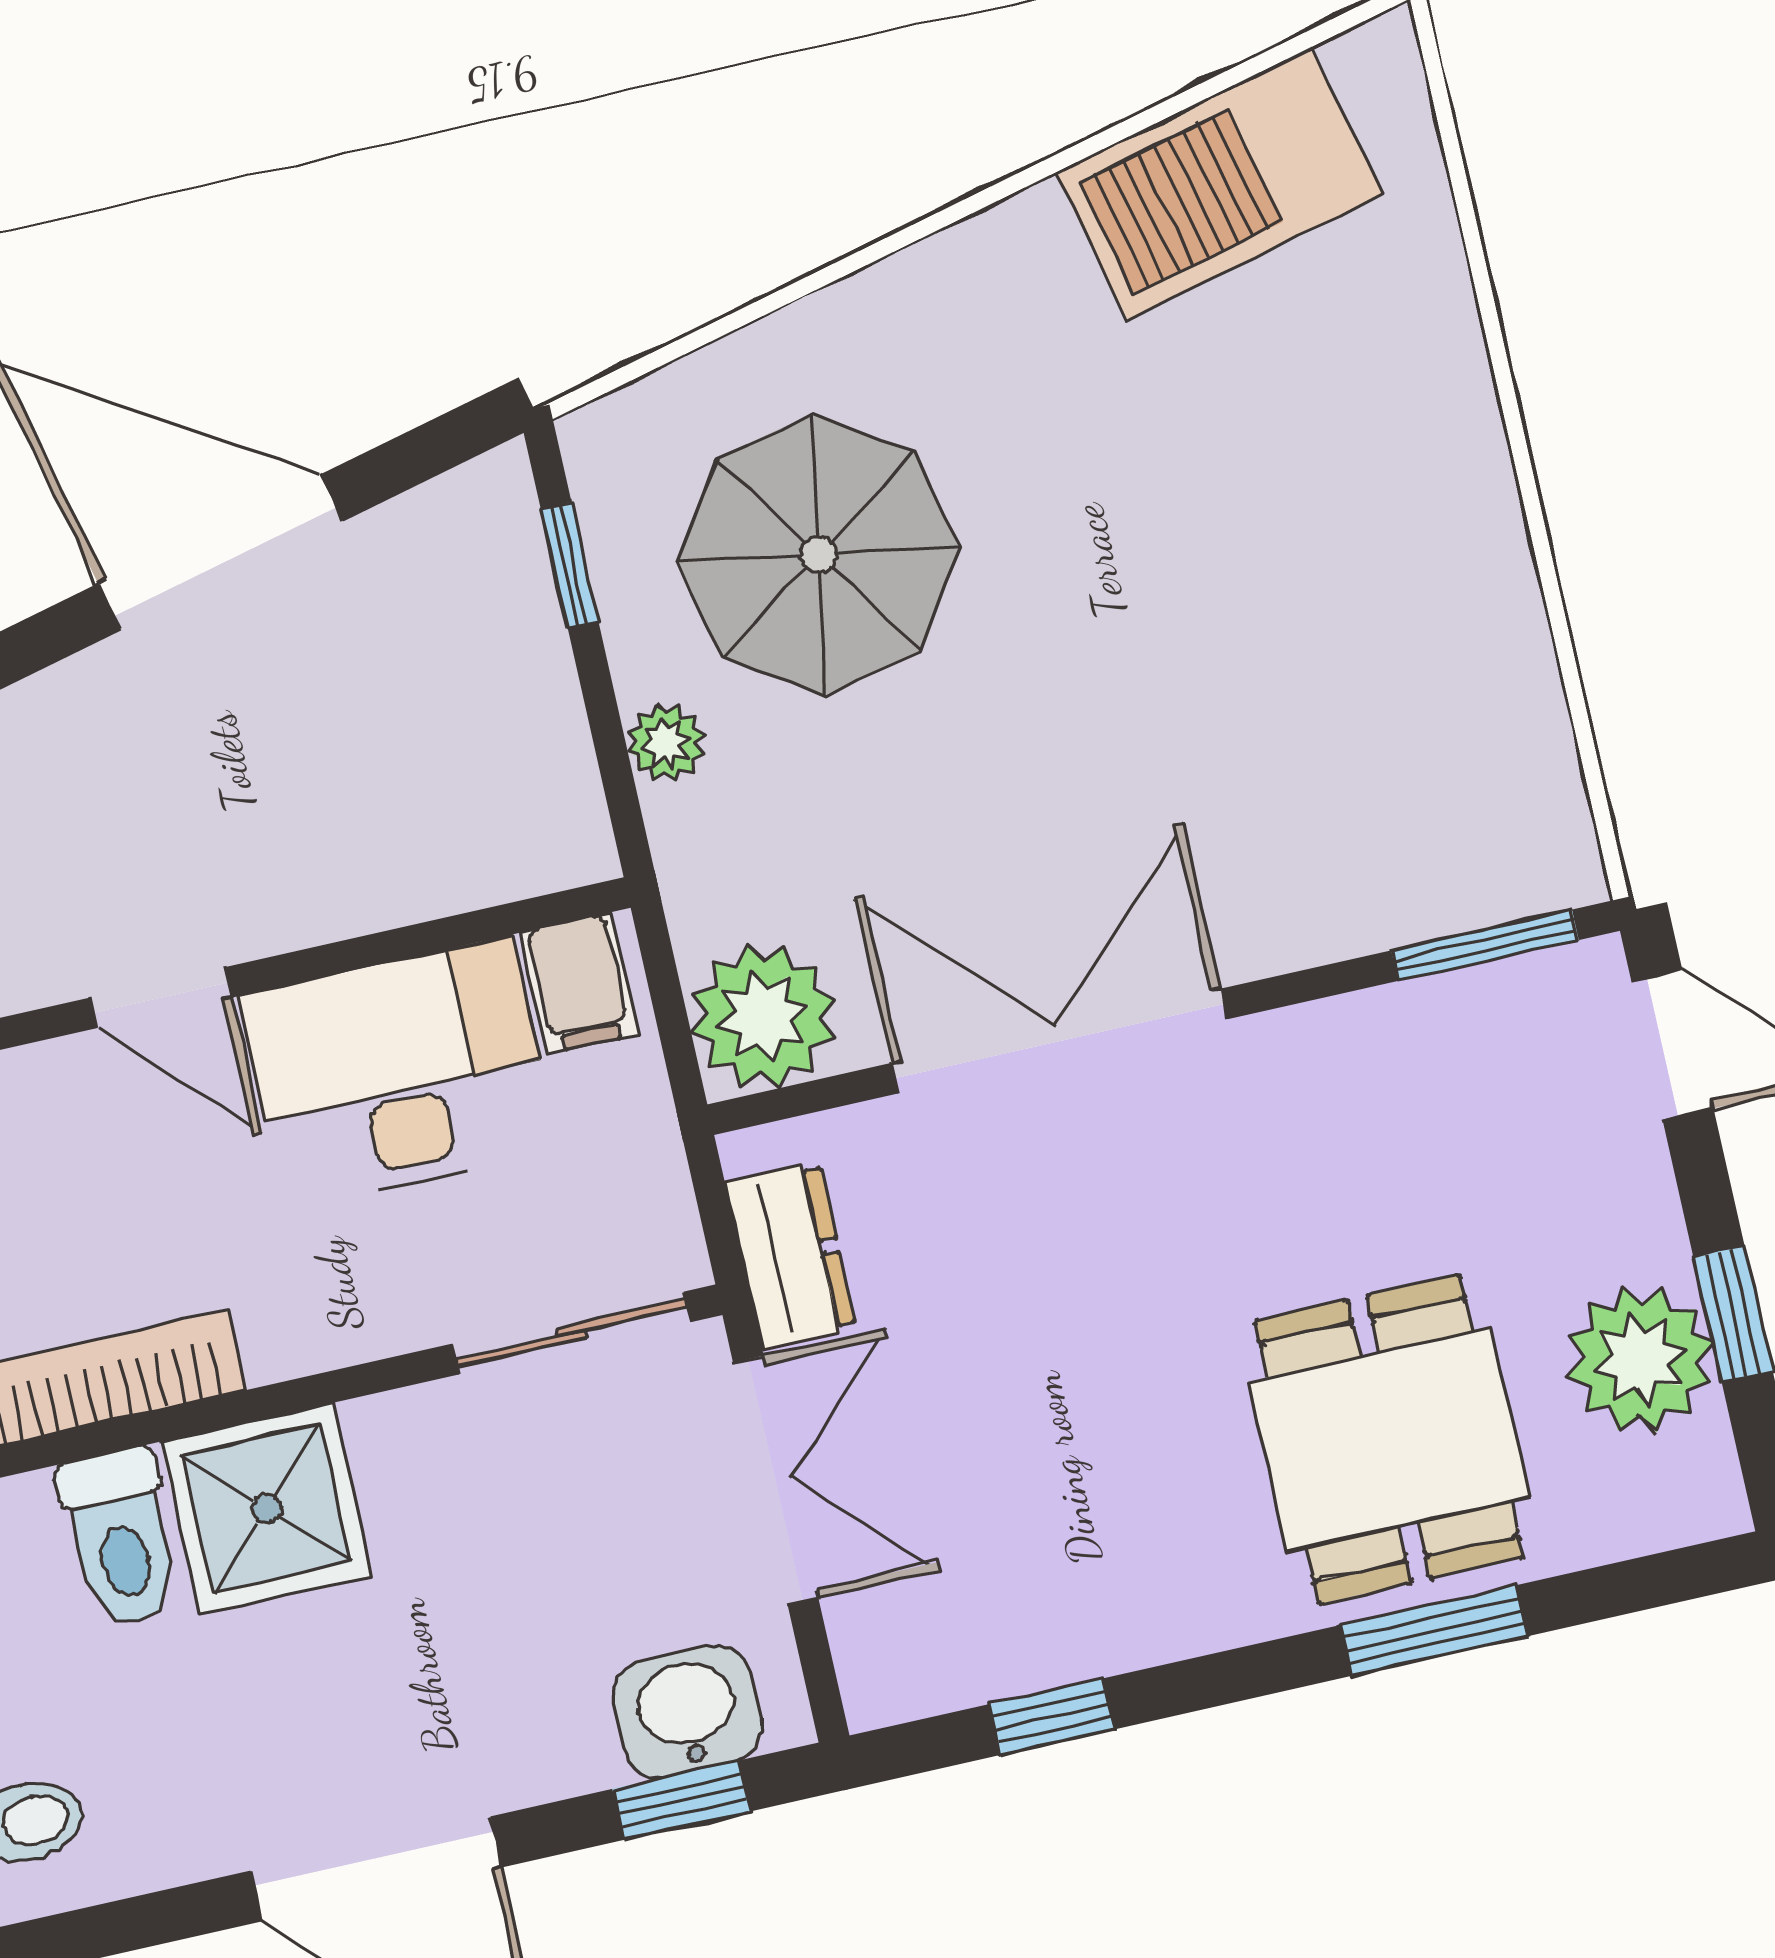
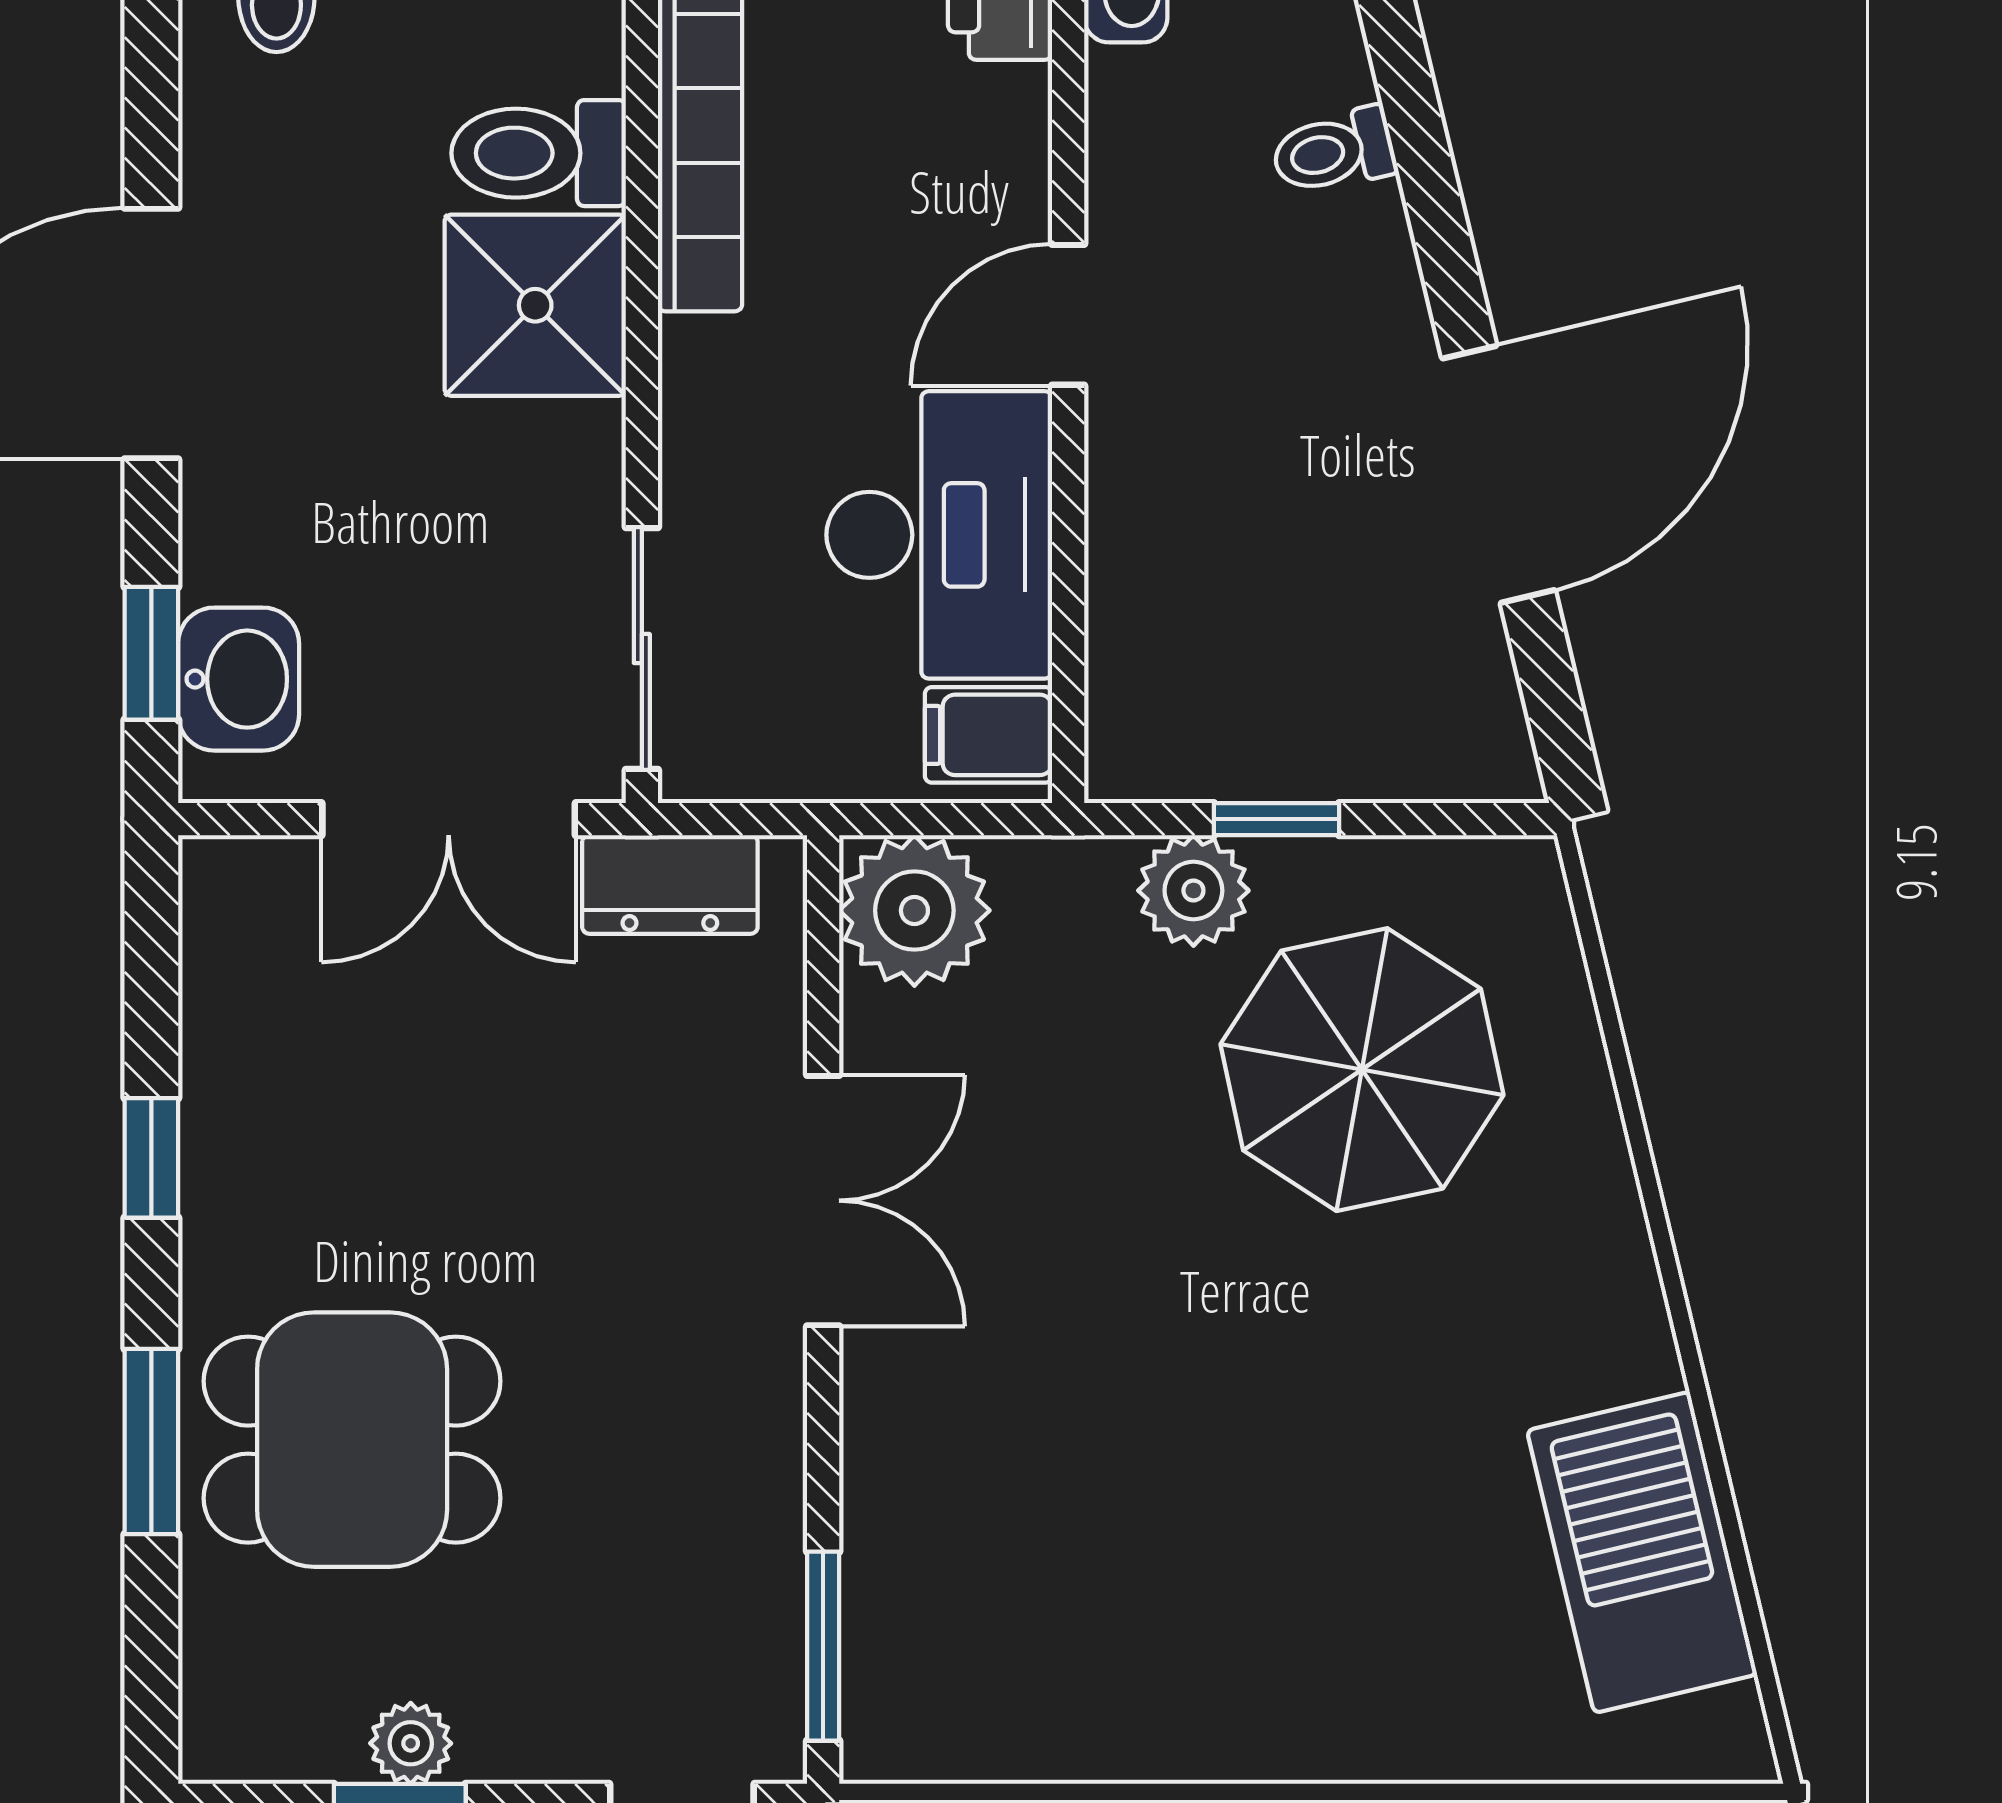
window: (570, 565) -> (1276, 819), moved
plant: (666, 743) -> (1193, 891), width x1.38, depth x1.38
double door: (1060, 1041) -> (823, 1201), width x0.73
plant: (1640, 1360) -> (411, 1743), width x0.53, depth x0.53
window: (1052, 1717) -> (151, 1158), moved

